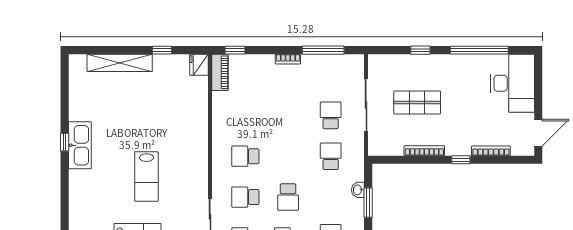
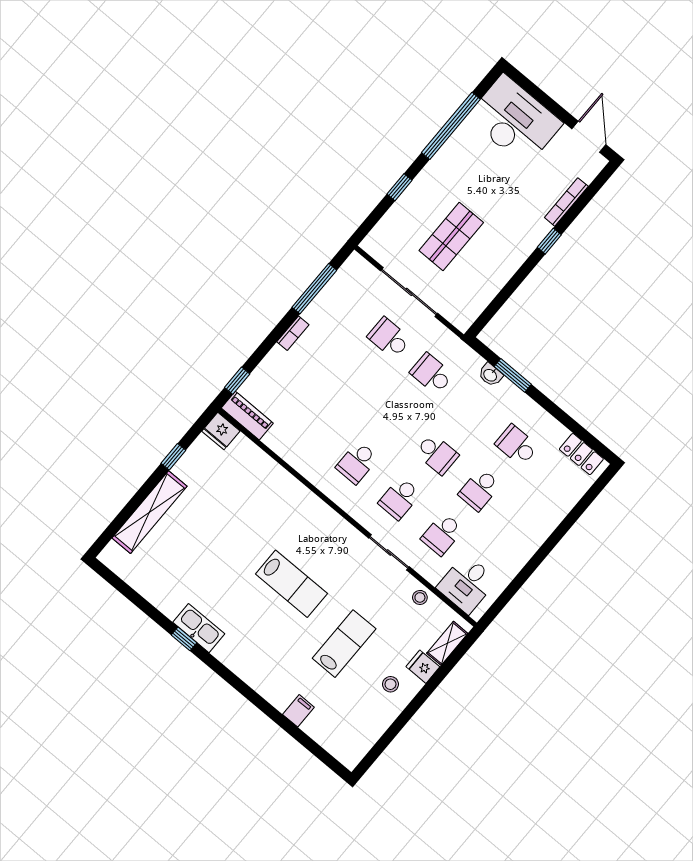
kitchen sink: (80, 145) -> (199, 628), width x0.73, depth x0.81
bookcase: (424, 151) -> (508, 271), removed

